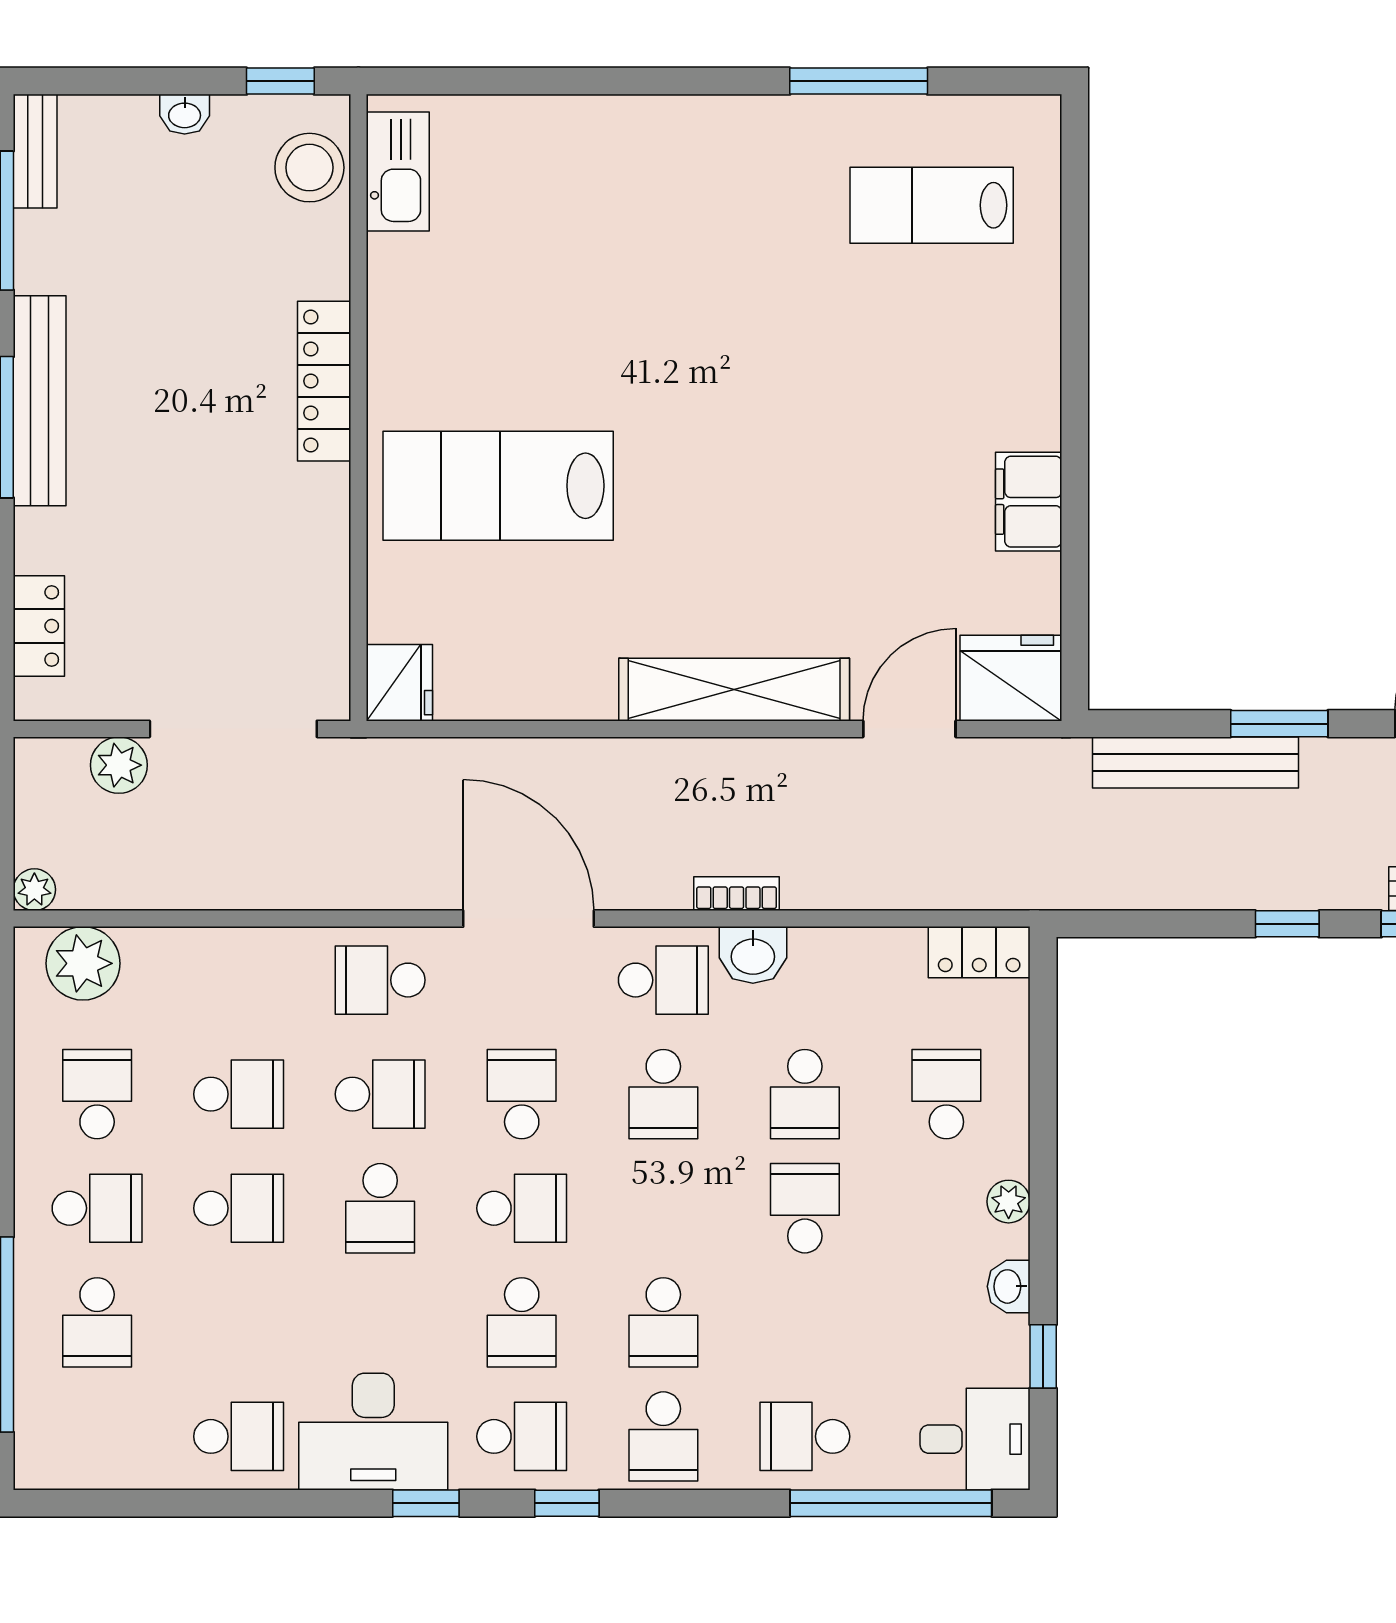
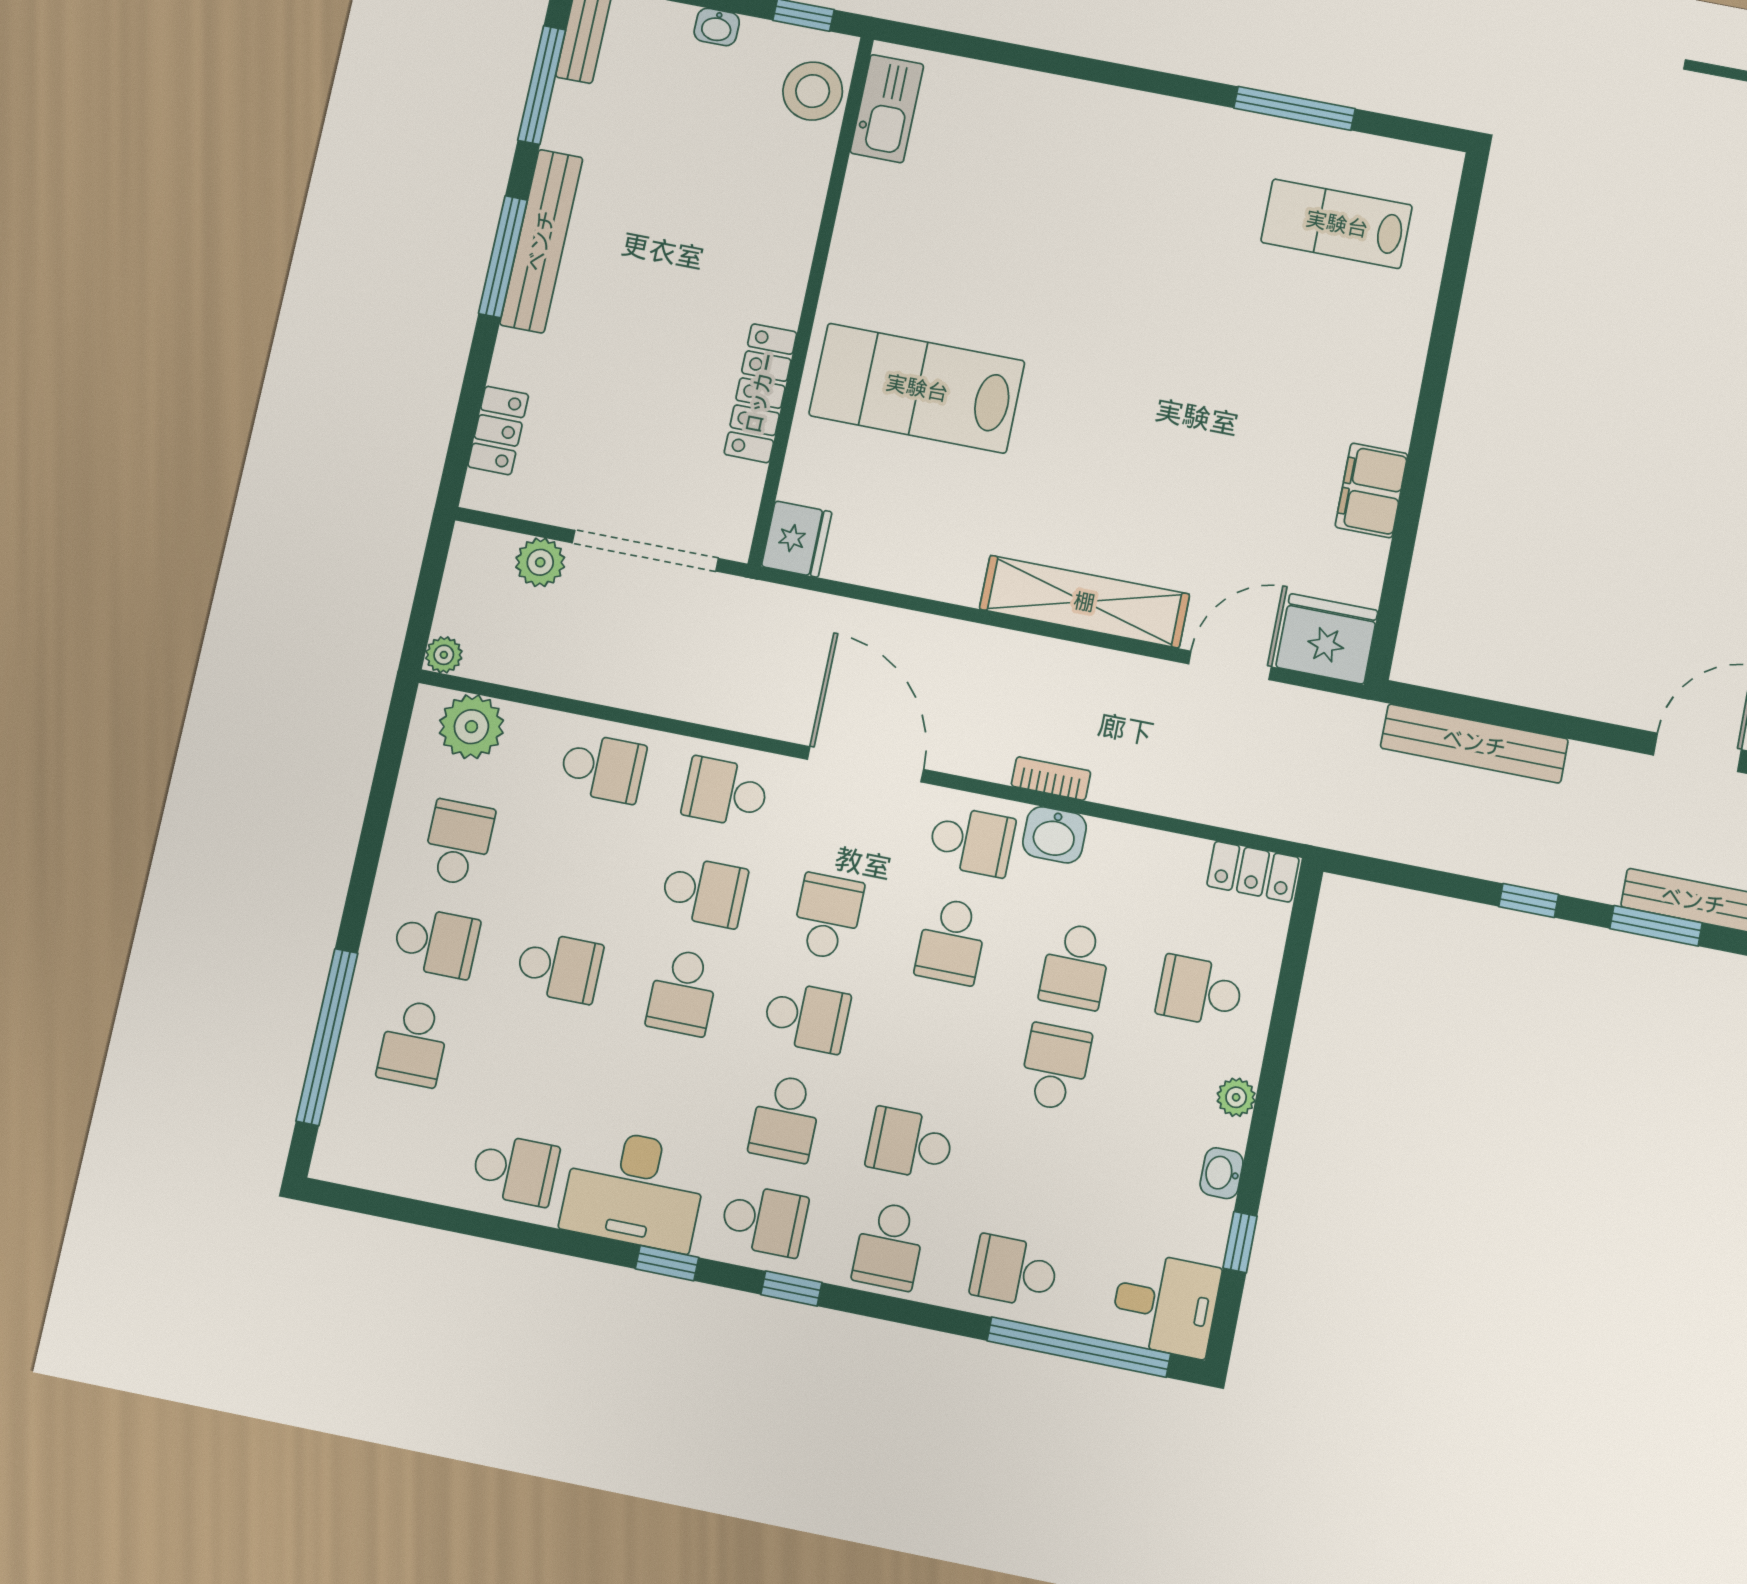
locker: (324, 381) -> (761, 393), moved
window: (1279, 724) -> (1554, 724), removed
school desk: (239, 1094) -> (603, 768), moved
school desk: (946, 1094) -> (1200, 991), turned -90
school desk: (663, 1322) -> (910, 1144), turned 90

